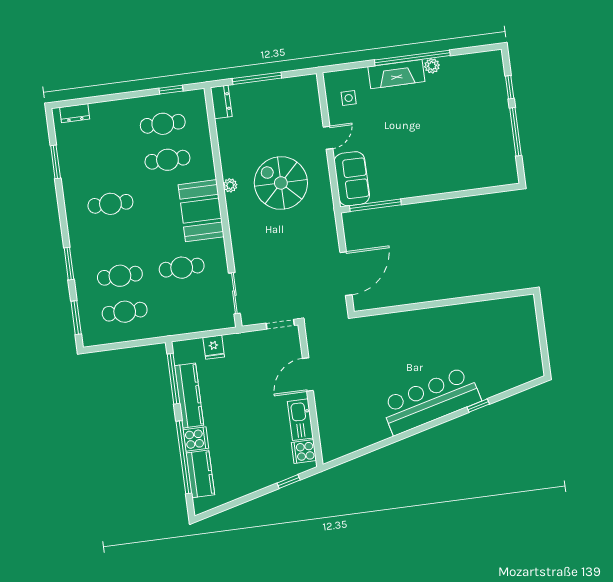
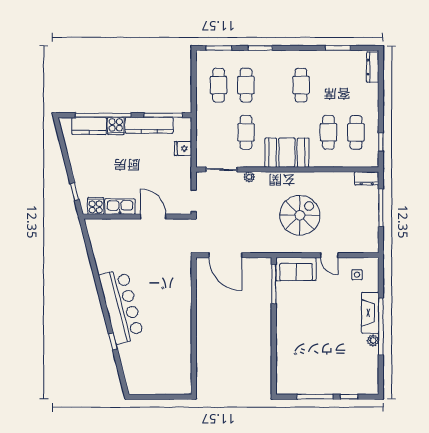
dresser: (75, 113) -> (373, 67), width x1.44
plant: (230, 185) -> (249, 177), moved

